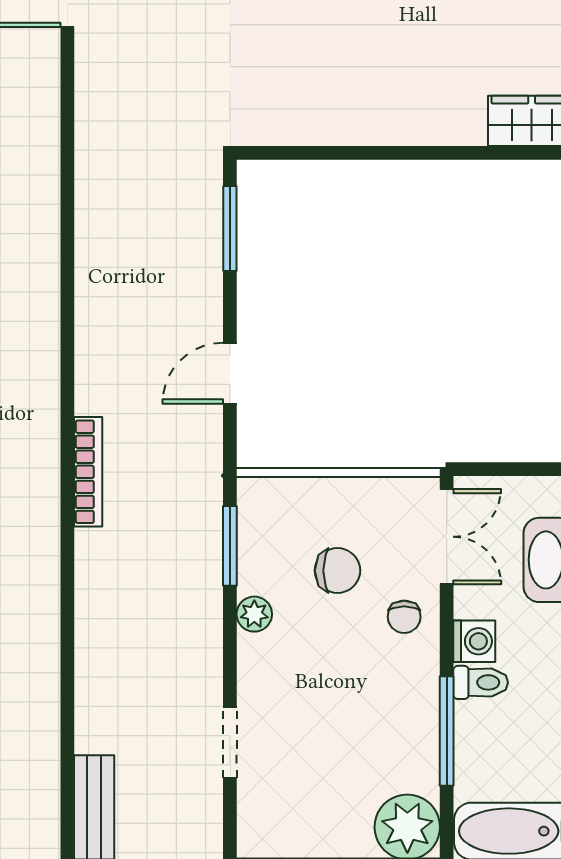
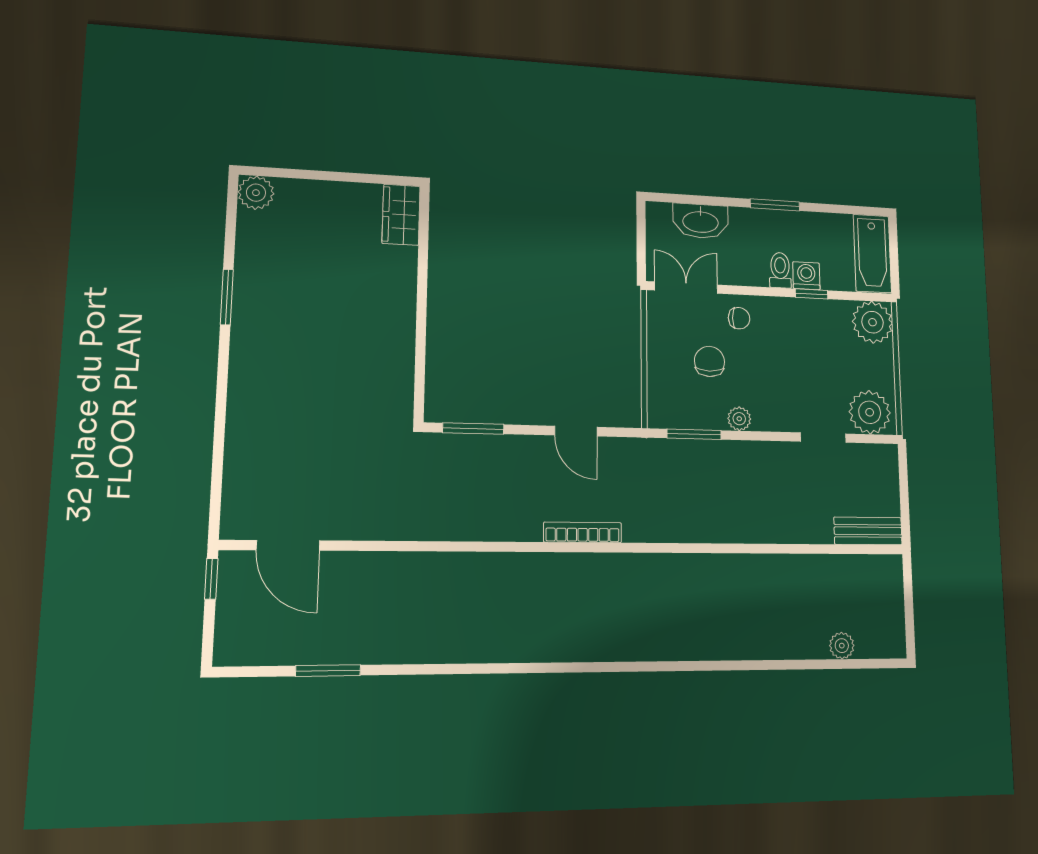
bookcase: (88, 472) -> (583, 532), moved
washing machine: (474, 641) -> (806, 276), moved
window: (447, 731) -> (811, 294), width x0.46
plant: (270, 817) -> (870, 412), added

